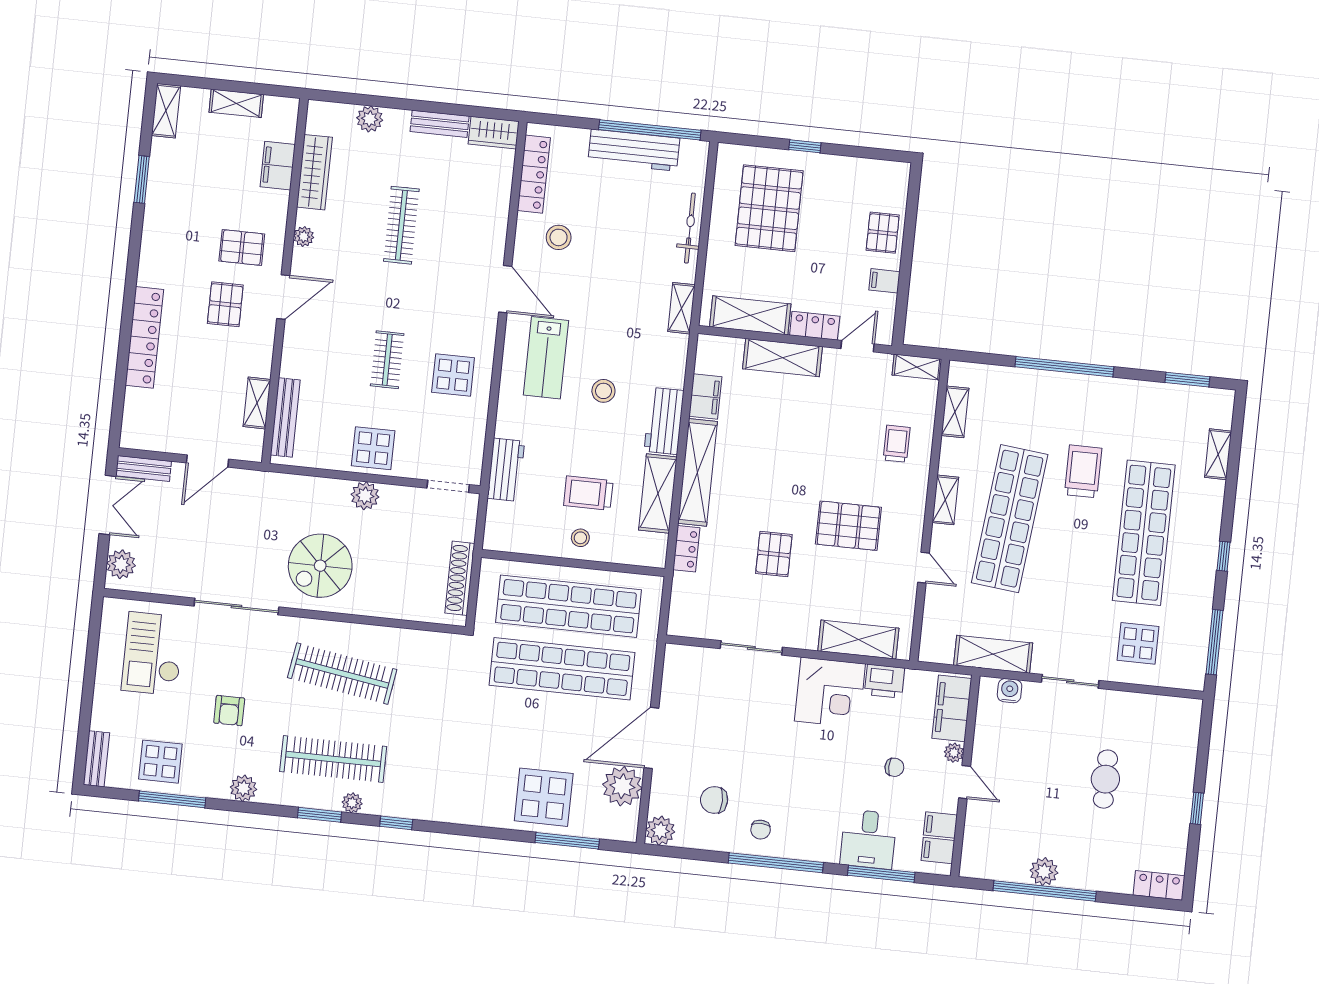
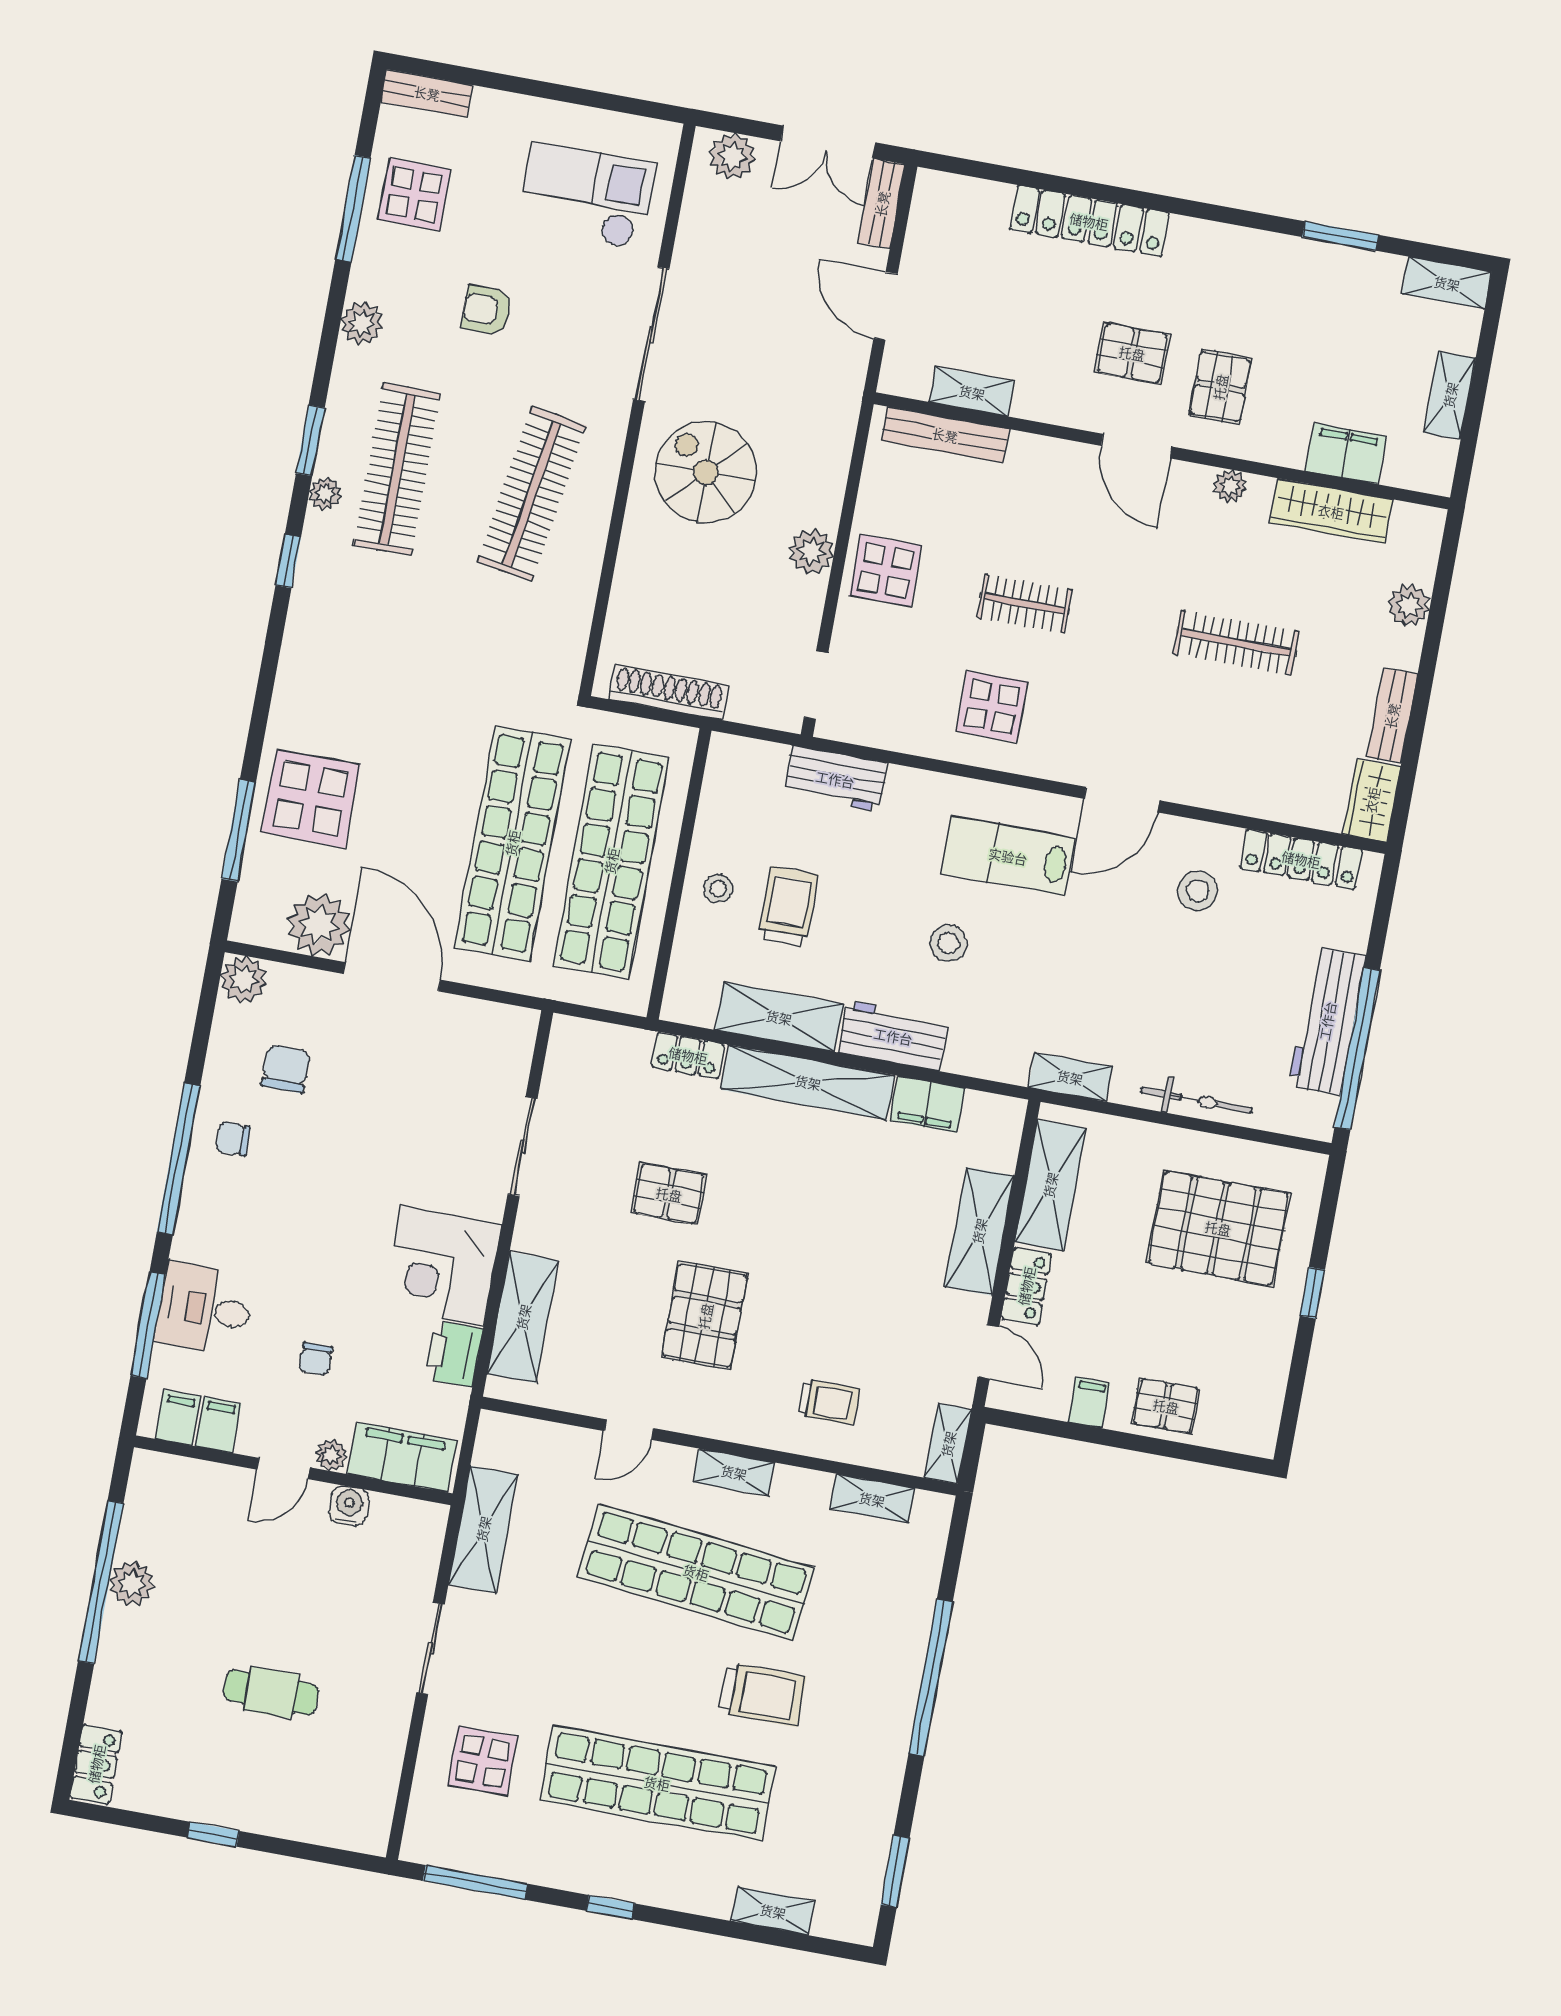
water cooler: (1010, 691) -> (349, 1506), moved, turned -90

